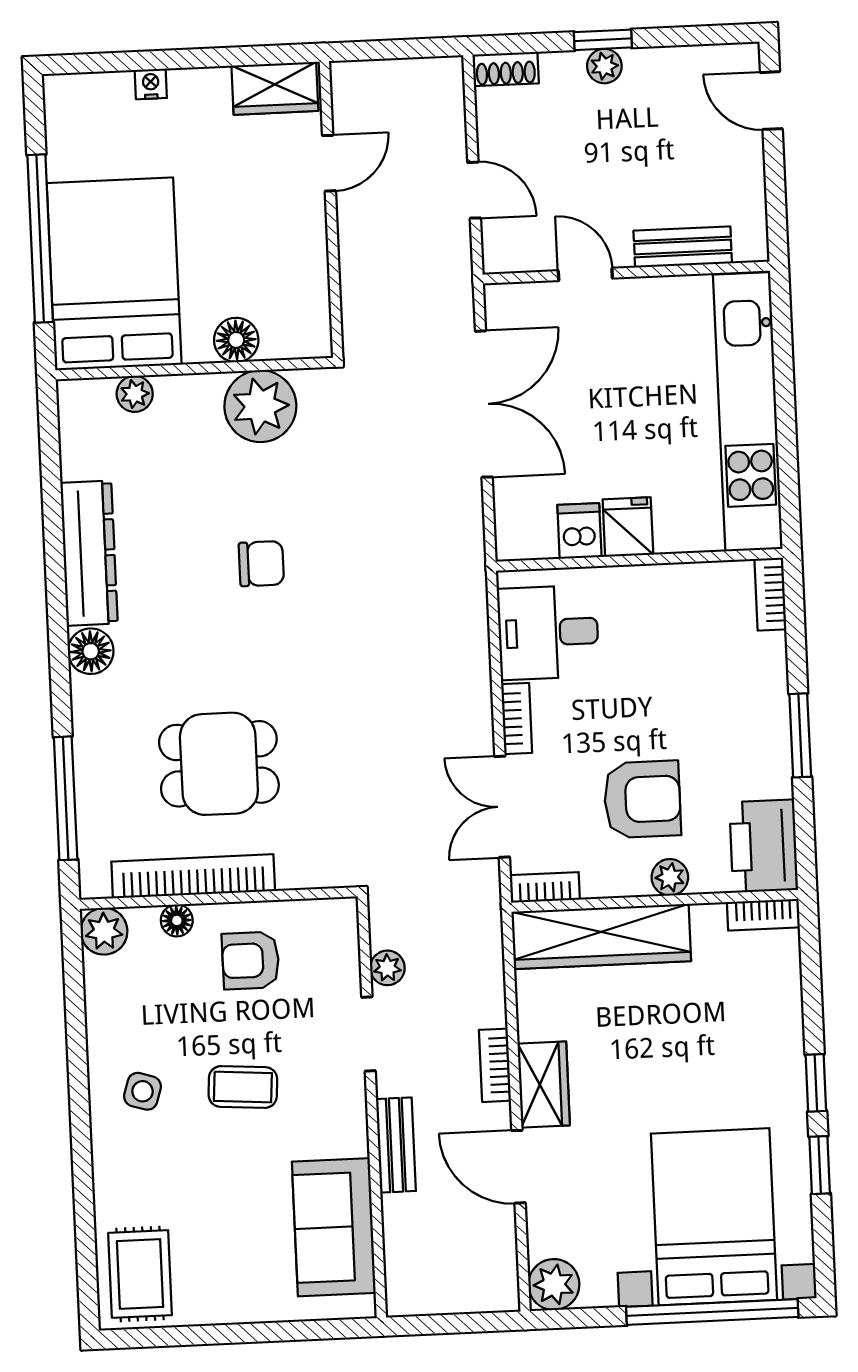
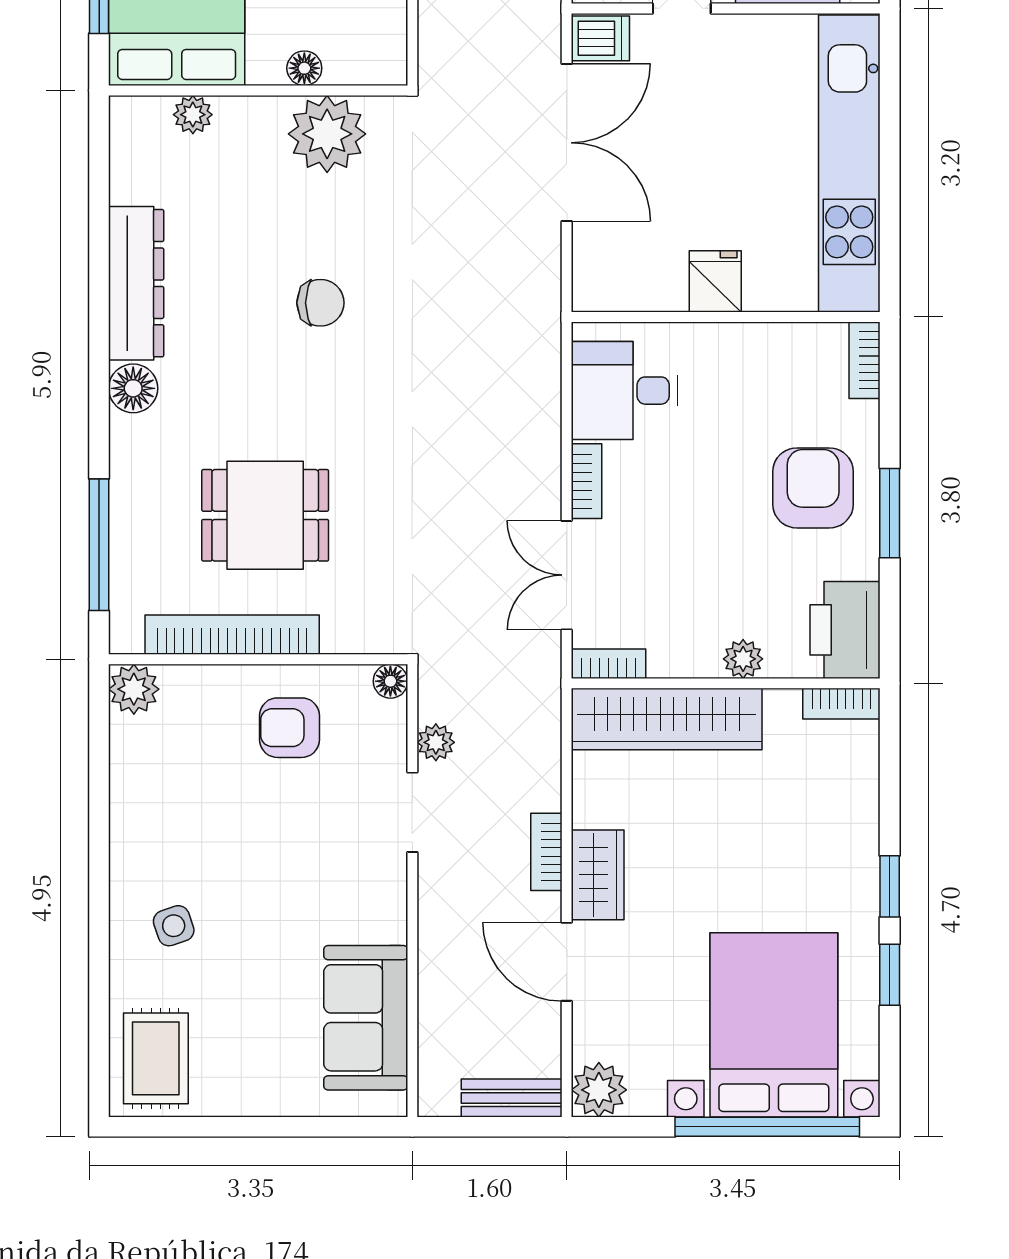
floor lamp: (236, 340) -> (304, 68), width x0.73, depth x0.73
dishwasher: (579, 531) -> (600, 38), moved, turned 90
armchair: (642, 799) -> (813, 488), moved, turned -90
floor lamp: (177, 920) -> (390, 681), moved
coffee table: (243, 1087) -> (275, 863), removed
side table: (142, 1091) -> (174, 926), moved, turned -36
bench: (396, 1145) -> (512, 1098), moved, turned 90

